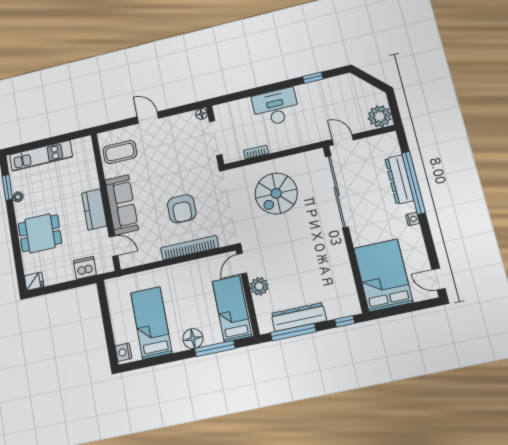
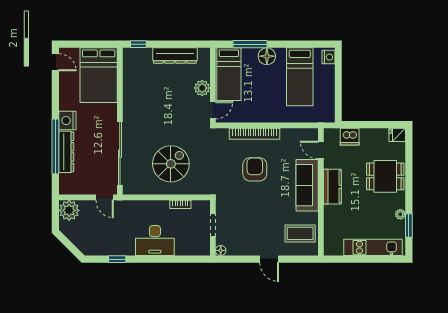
doorway: (216, 138) -> (213, 225), width x0.73
nightstand: (413, 219) -> (67, 121), width x1.89, depth x1.79
window: (293, 332) -> (182, 44), removed

